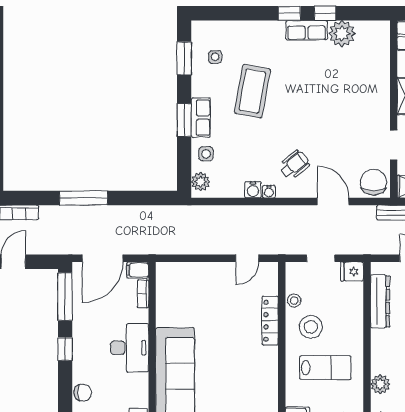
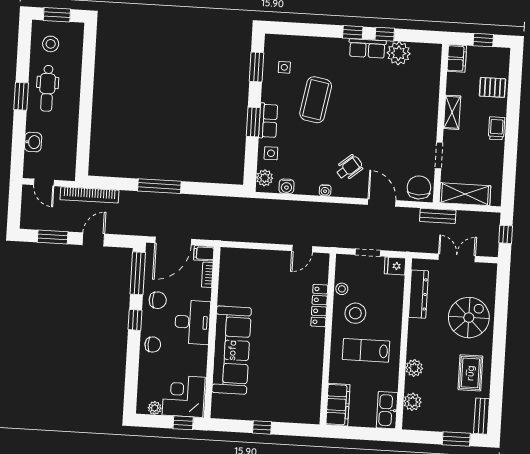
water cooler: (253, 190) -> (287, 186), moved
chair: (89, 325) -> (158, 300), added
lab bench: (325, 368) -> (366, 350), turned 180
chair: (83, 393) -> (153, 345), moved

